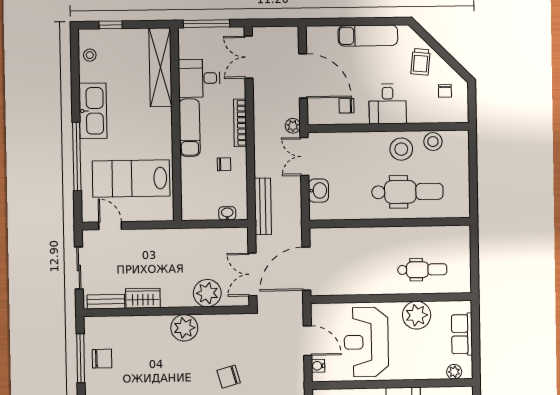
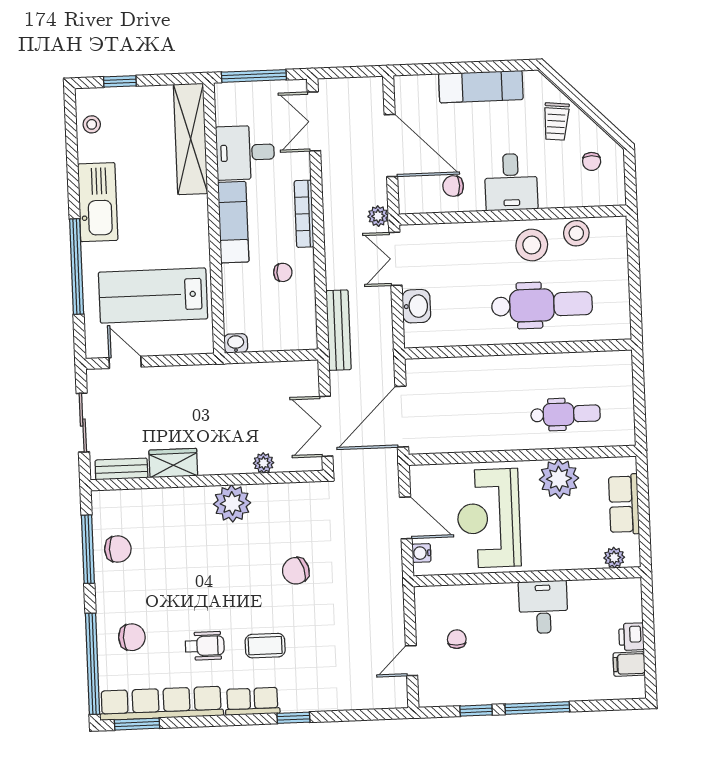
washbasin: (227, 213) -> (236, 343), moved
plant: (207, 293) -> (264, 463), width x0.53, depth x0.53

